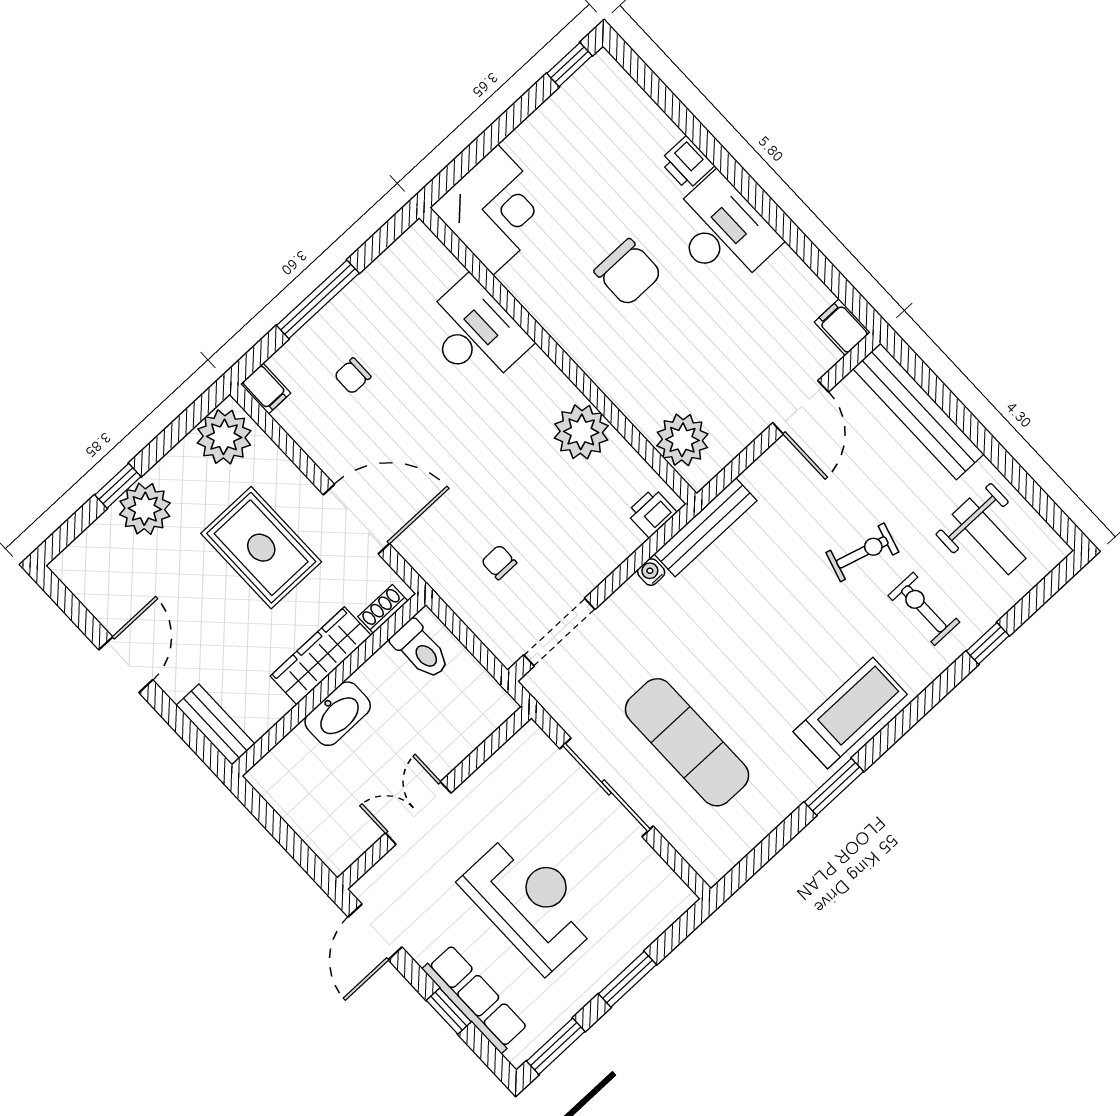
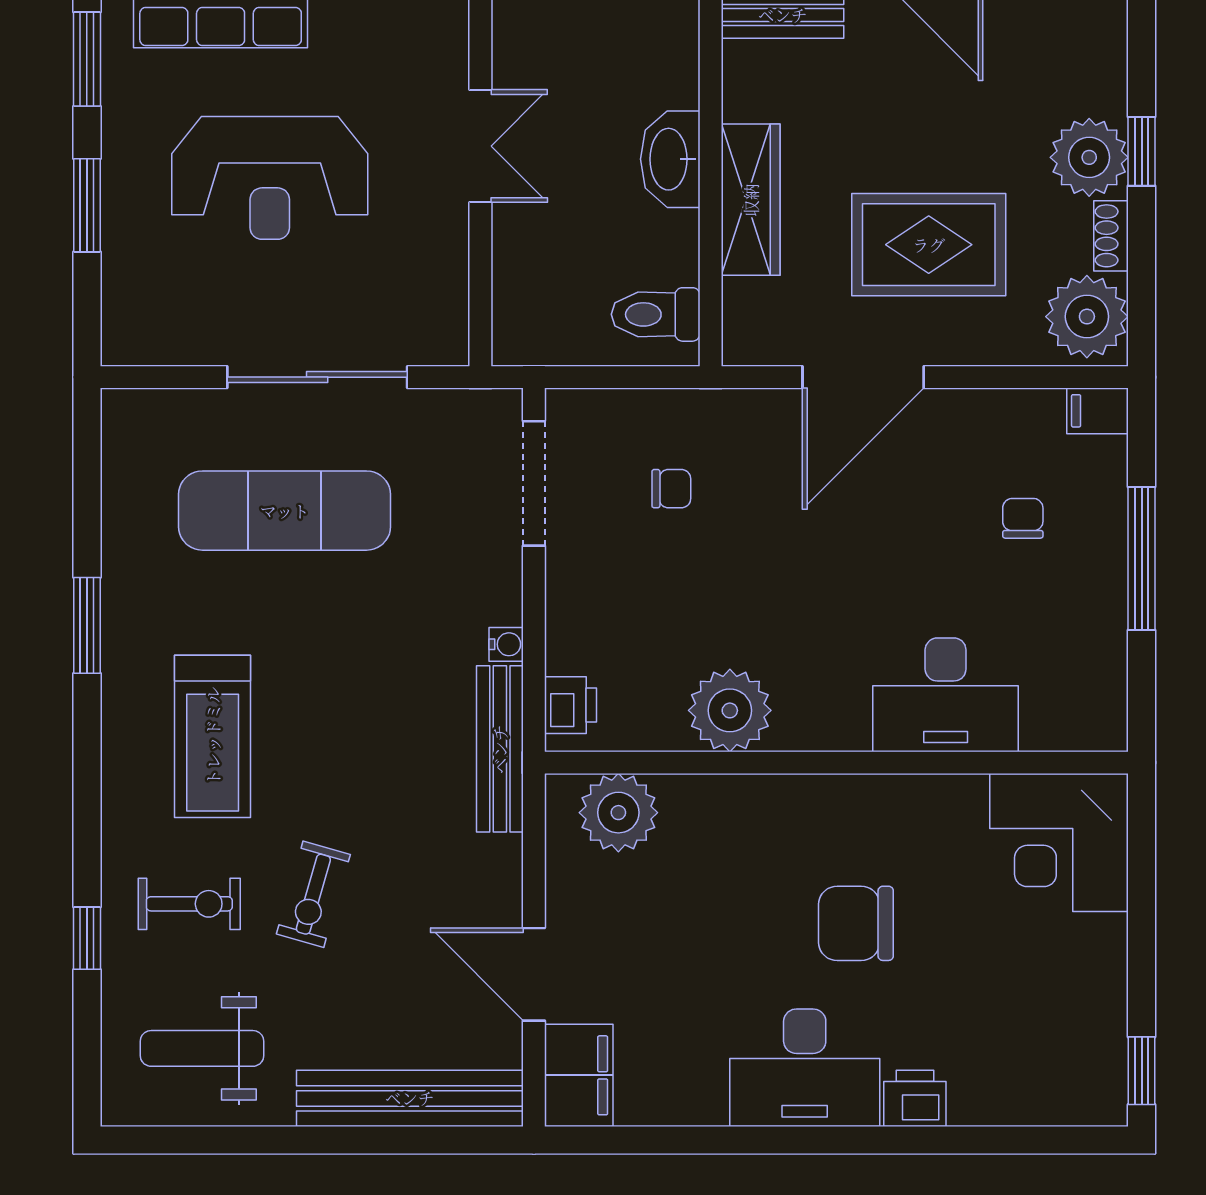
filing cabinet: (842, 327) -> (579, 1075), width x2.00
shoe rack: (383, 609) -> (1111, 236), moved, turned 180
treadmill: (850, 713) -> (213, 736), moved

